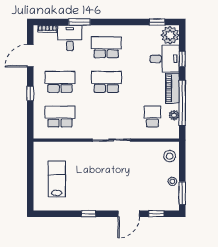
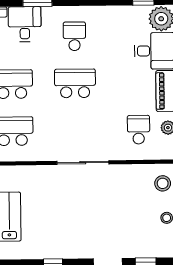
school desk: (106, 47) -> (74, 36), width x0.54

